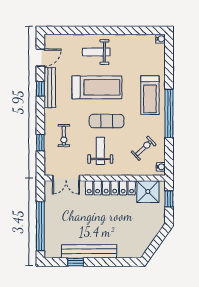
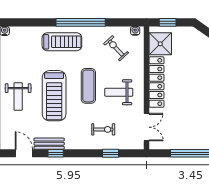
treadmill: (97, 87) -> (54, 96), turned 180
bench: (50, 88) -> (49, 144), width x0.73

